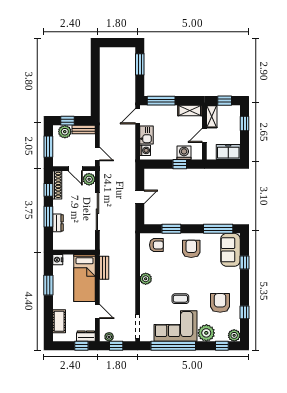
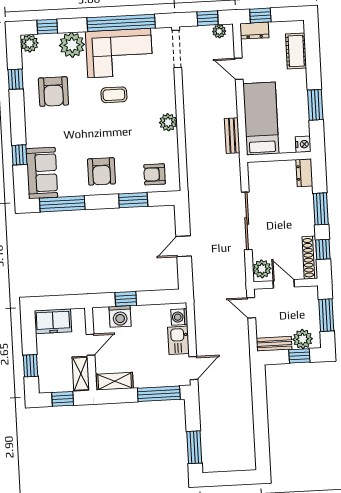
dresser: (58, 223) -> (304, 173), moved

